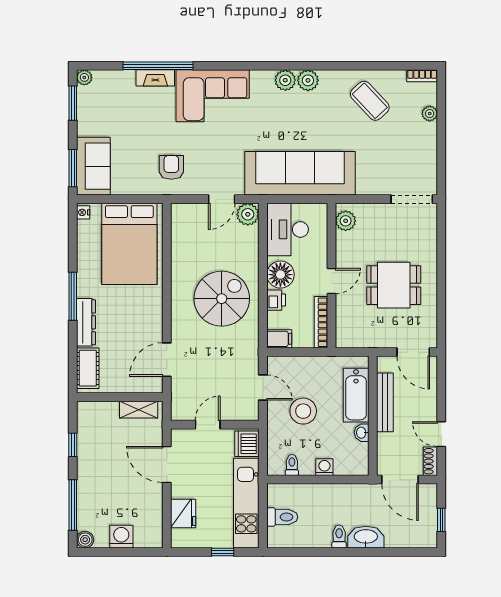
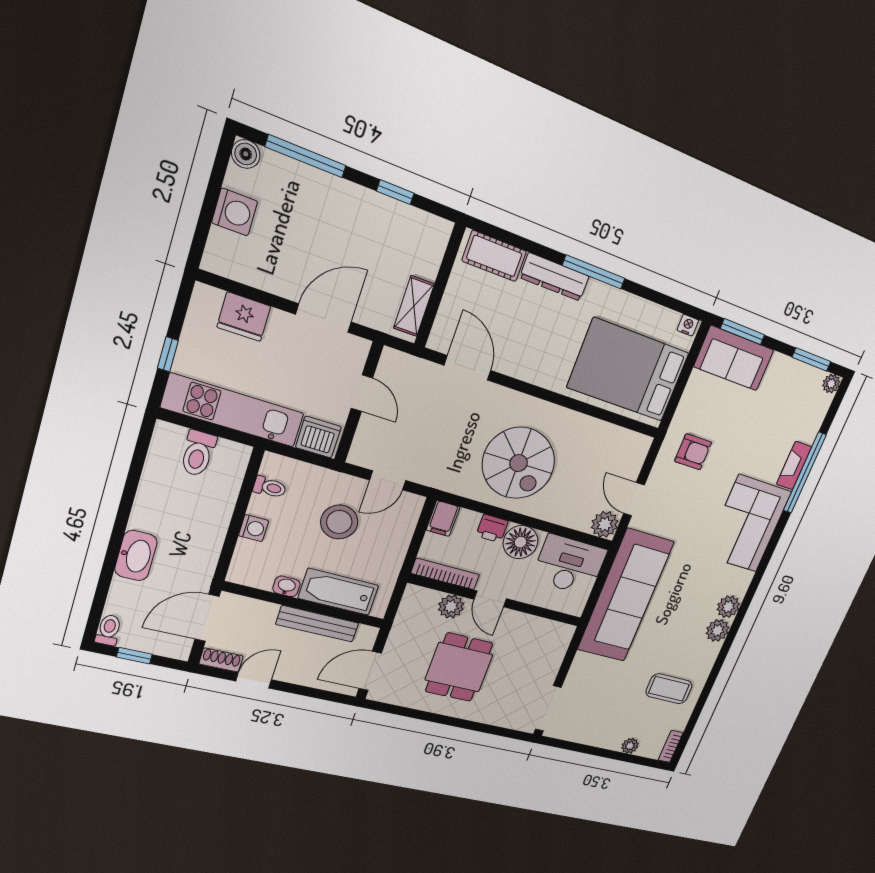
coffee table: (370, 101) -> (669, 689), turned 43
plant: (346, 221) -> (451, 607), moved
toilet: (339, 537) -> (109, 630), moved, turned -90

